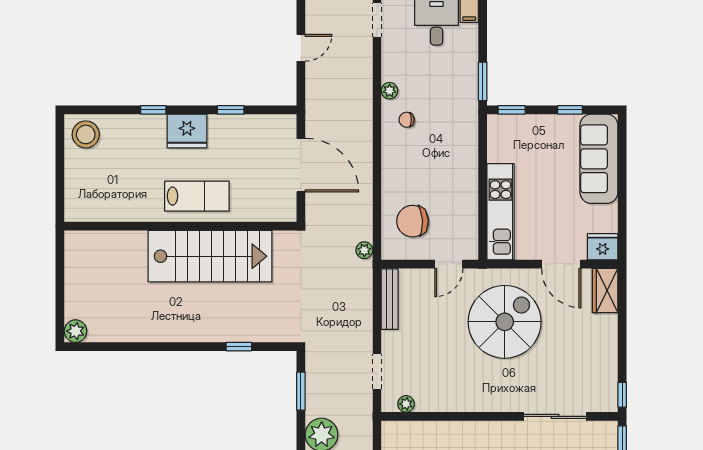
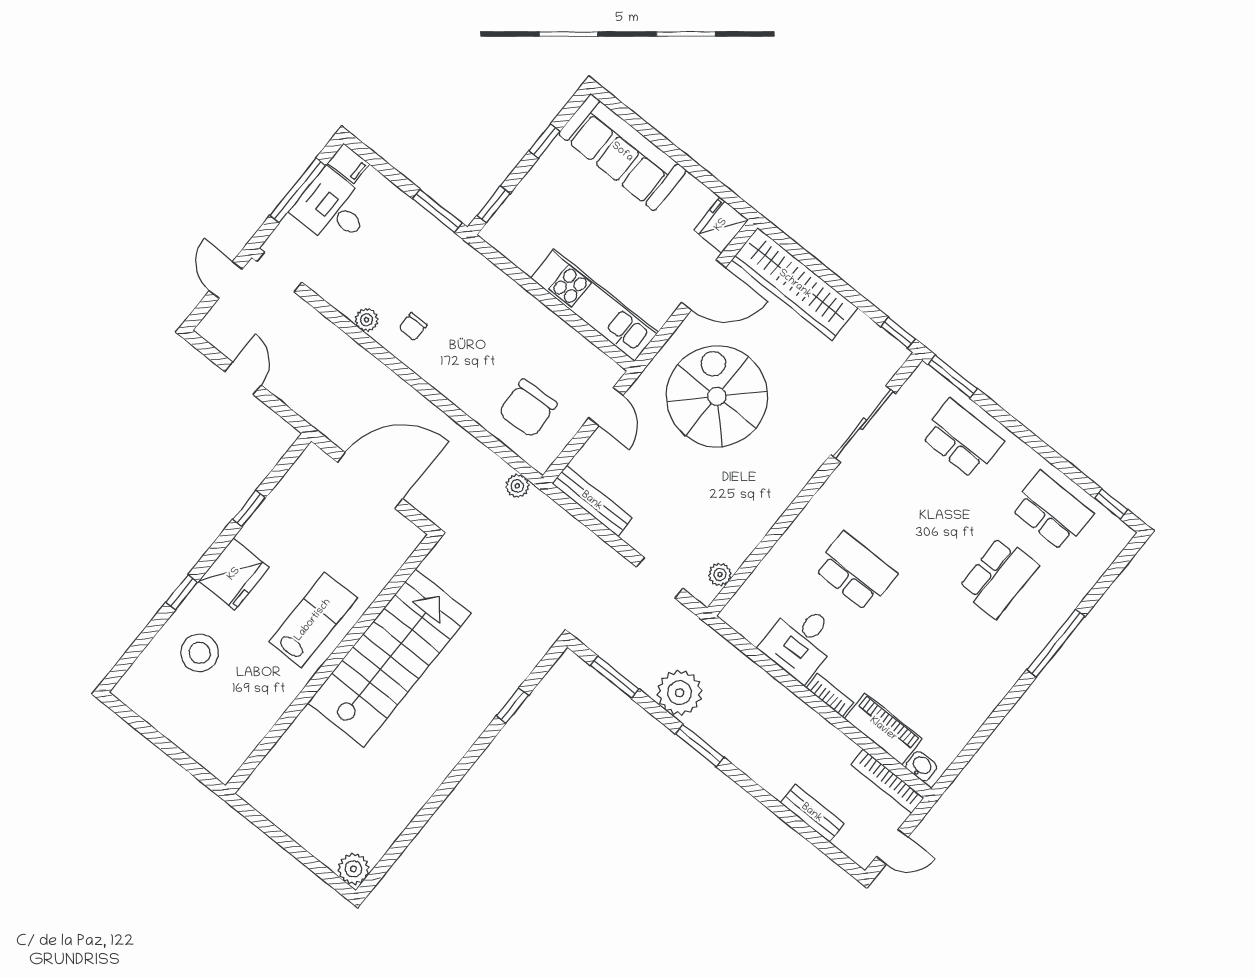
stool: (86, 134) -> (200, 653), moved
wardrobe: (605, 291) -> (795, 284), width x2.10, depth x1.17

